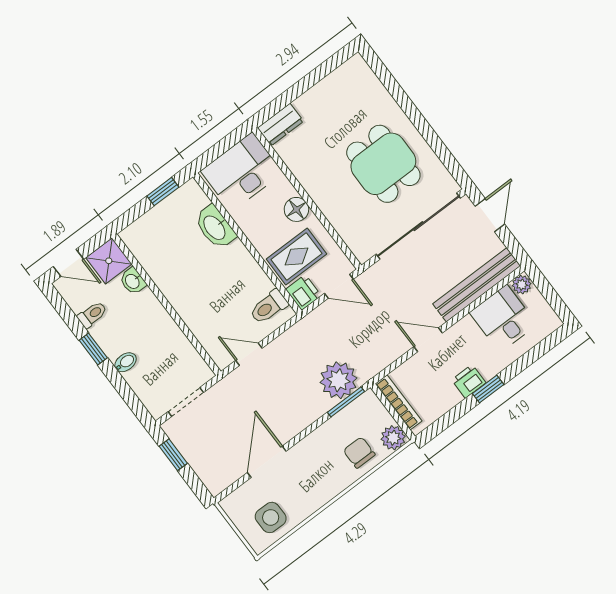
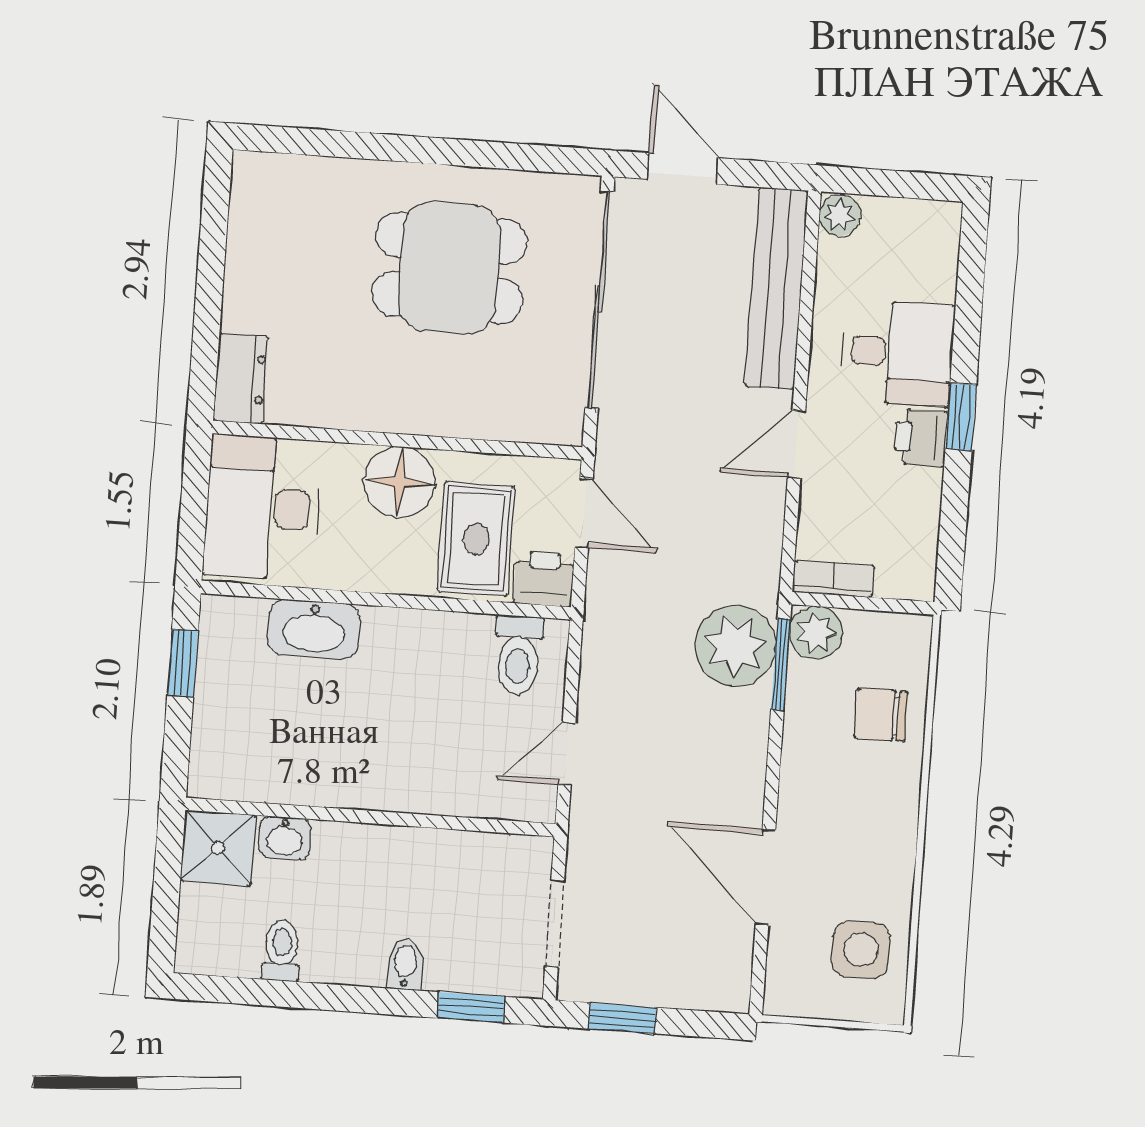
floor lamp: (296, 209) -> (400, 482), width x1.38, depth x1.38
door: (68, 263) -> (164, 916), removed
door: (339, 286) -> (584, 513), hinge flipped
desk: (503, 319) -> (898, 353), moved, turned 180
window: (93, 349) -> (471, 1007), moved
bookcase: (399, 402) -> (833, 579), width x0.64
plant: (393, 438) -> (816, 633), moved

